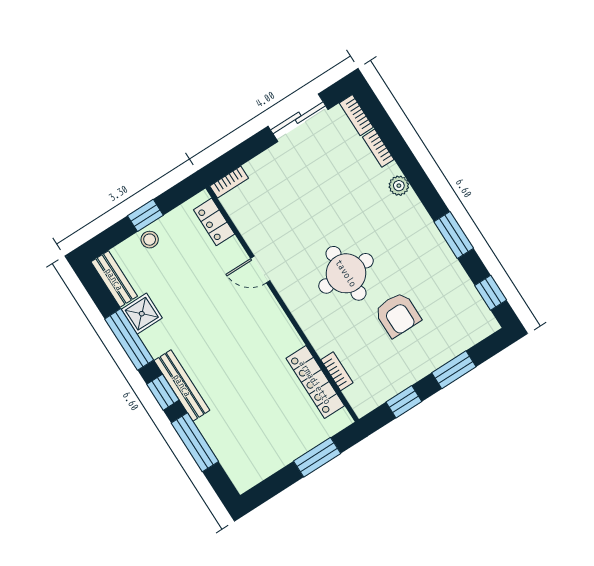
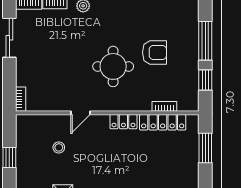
locker: (214, 222) -> (123, 122), moved
stool: (150, 240) -> (59, 147), moved
window: (454, 370) -> (205, 41), width x1.44

